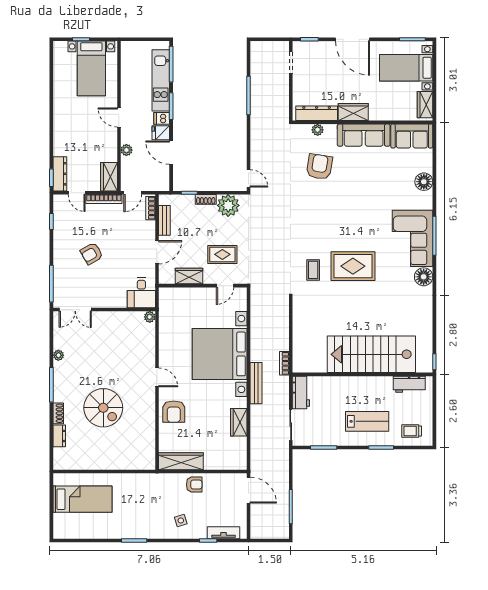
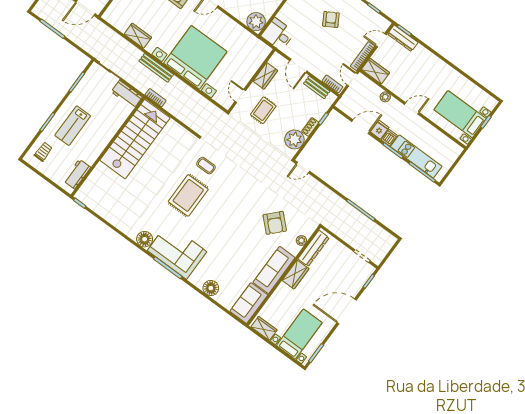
armchair: (319, 167) -> (275, 223), turned 35
plant: (150, 317) -> (256, 22), width x1.87, depth x1.87
stairs: (371, 354) -> (135, 139), moved

